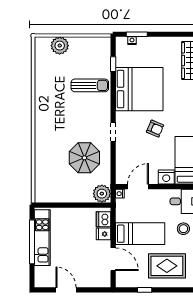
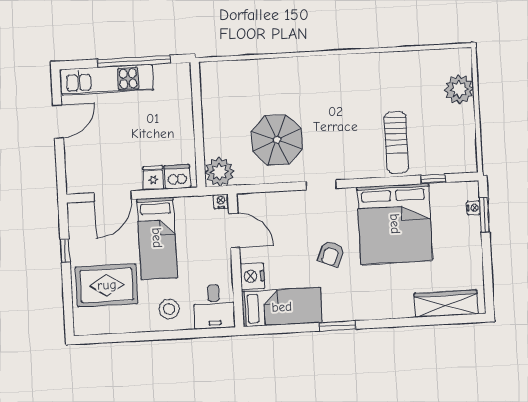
kitchen unit: (42, 238) -> (107, 80), moved
rug: (167, 266) -> (107, 285), turned 90

